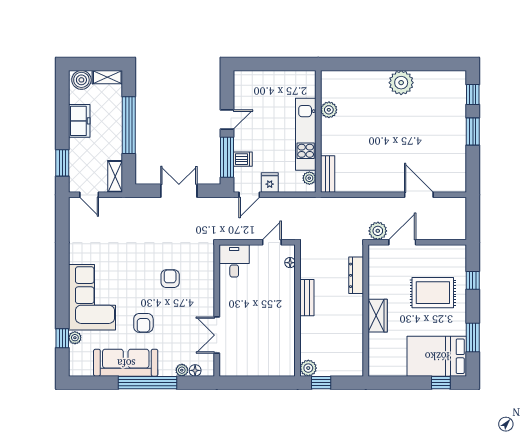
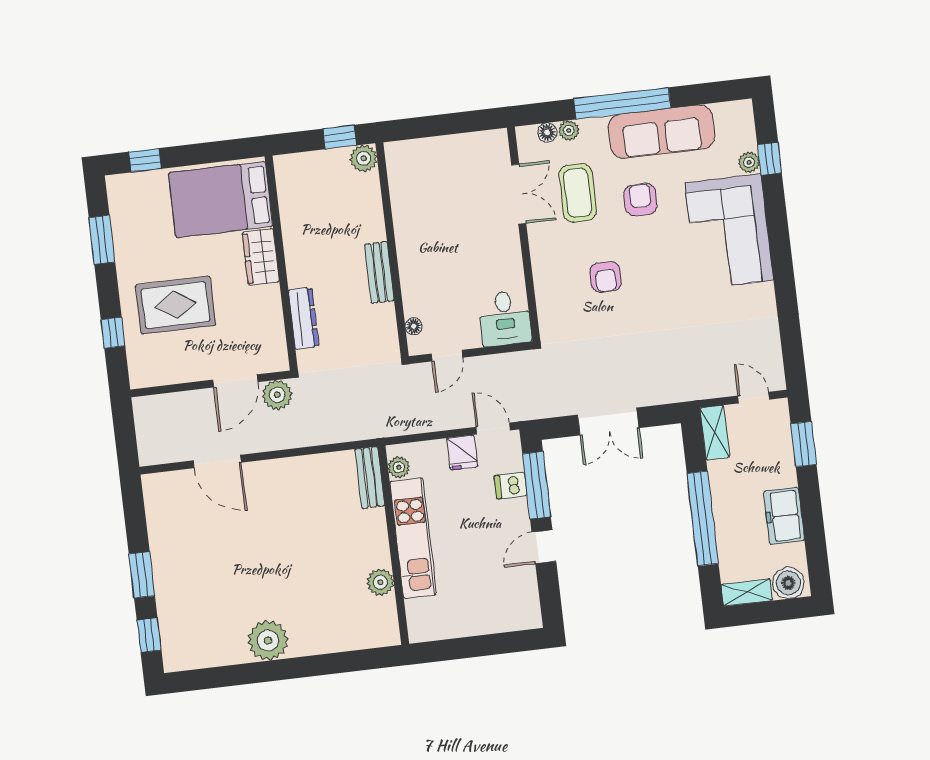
door: (249, 195) -> (493, 429), hinge flipped
coffee table: (181, 332) -> (578, 193), added
bed: (437, 356) -> (221, 200), moved, turned 180

